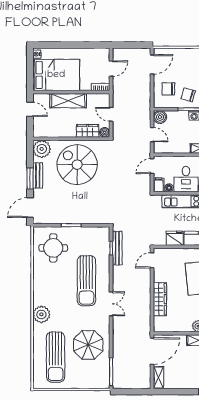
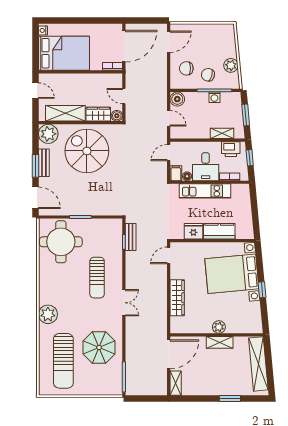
door: (111, 69) -> (124, 46), width x1.88
shelving: (68, 101) -> (65, 113), moved
door: (30, 208) -> (36, 198), swing flipped
round table: (53, 248) -> (61, 242), width x1.36, depth x1.36
bench: (117, 248) -> (131, 237), width x0.73
sun lounger: (86, 281) -> (97, 278), width x0.73, depth x0.75

